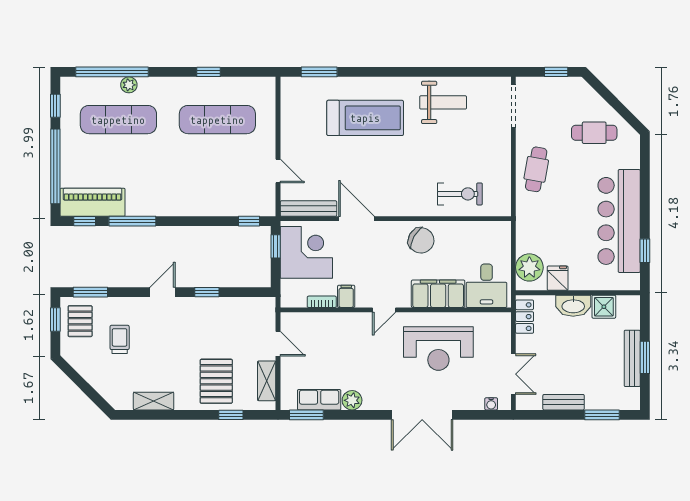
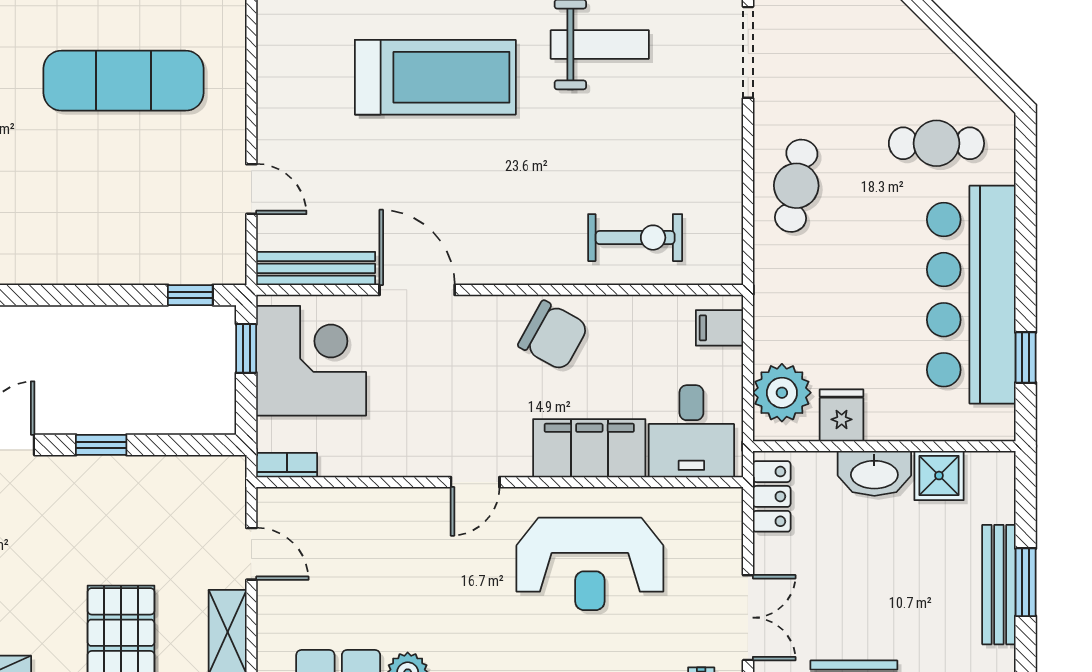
cafe table: (594, 133) -> (936, 143), moved
filing cabinet: (346, 296) -> (720, 328), moved, turned -90
bookcase: (322, 302) -> (287, 465), moved

